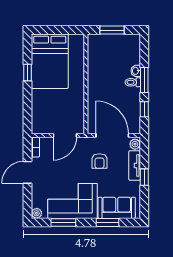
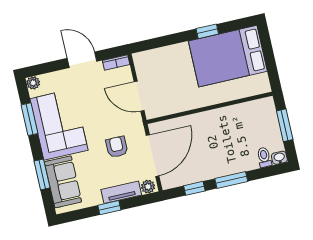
washbasin: (136, 71) -> (279, 158), moved
toilet: (133, 82) -> (264, 157), moved
armchair: (100, 161) -> (117, 147), turned 90

